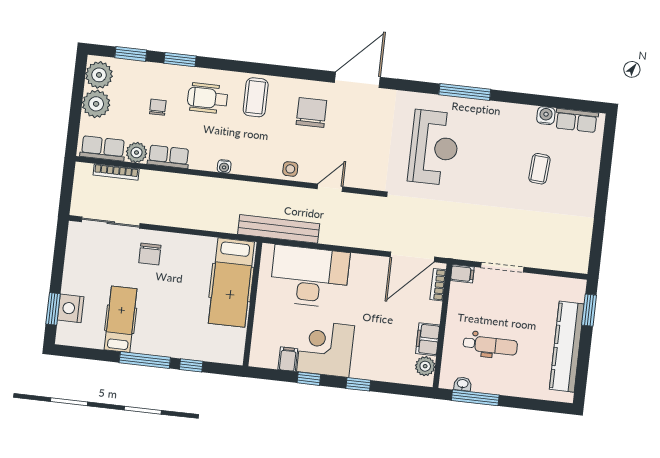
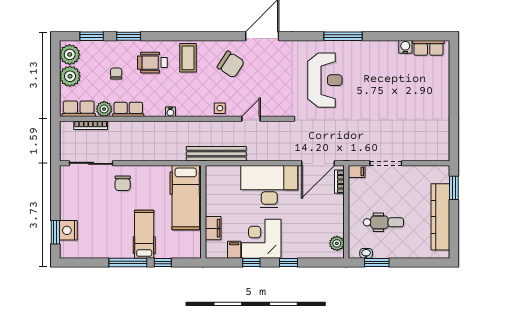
chair: (311, 112) -> (231, 64), turned 123
coffee table: (539, 169) -> (405, 87), removed
desk: (310, 277) -> (269, 187), moved
hospital bed: (121, 319) -> (144, 234), moved
filing cabinet: (428, 339) -> (213, 228), moved, turned 180
window: (475, 398) -> (377, 263), width x0.69

